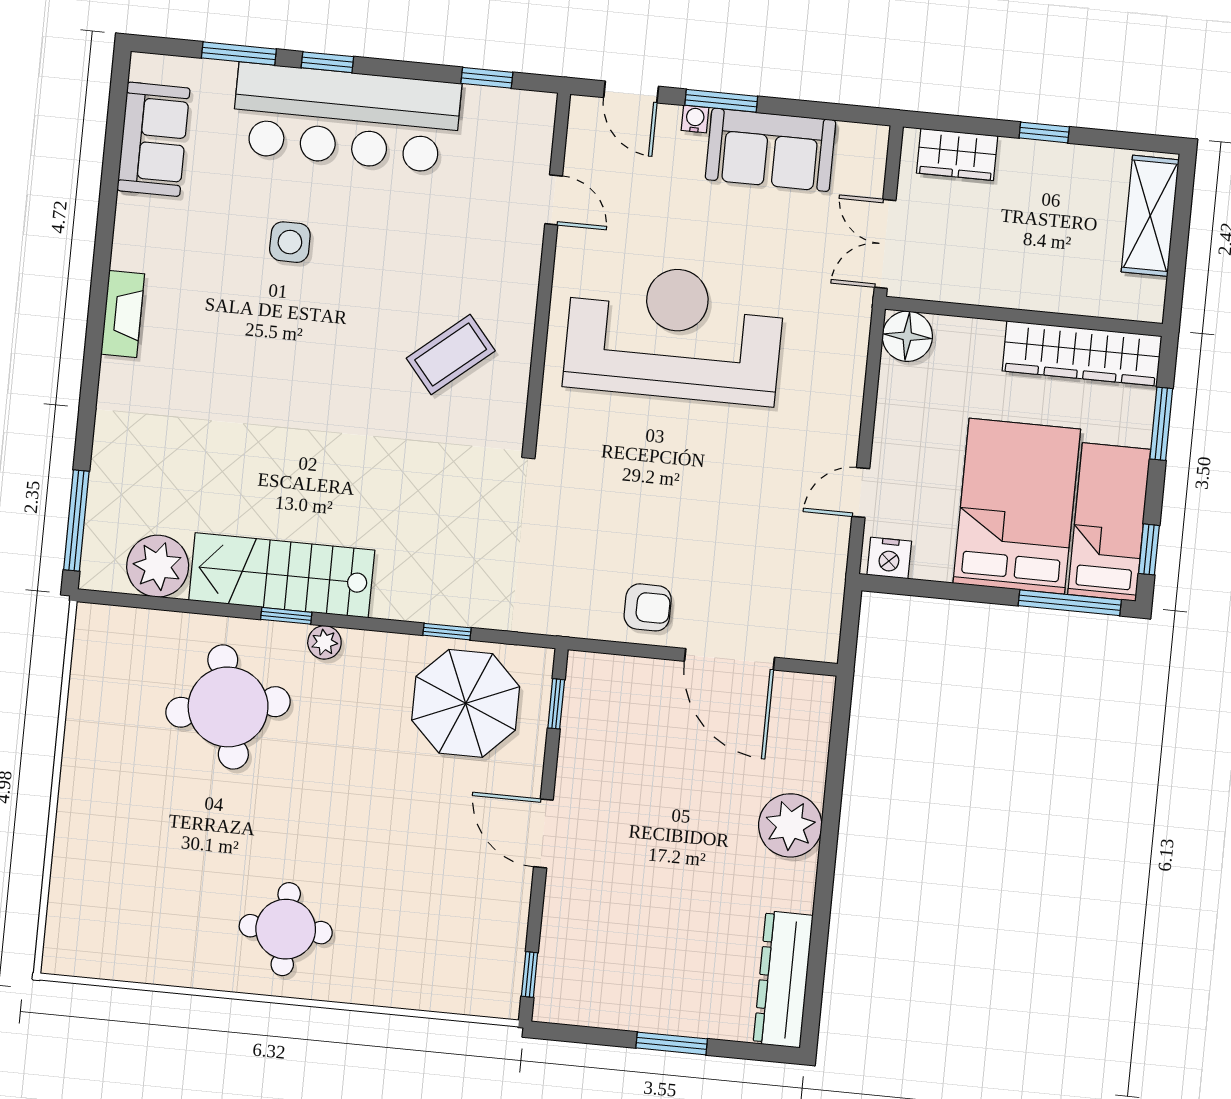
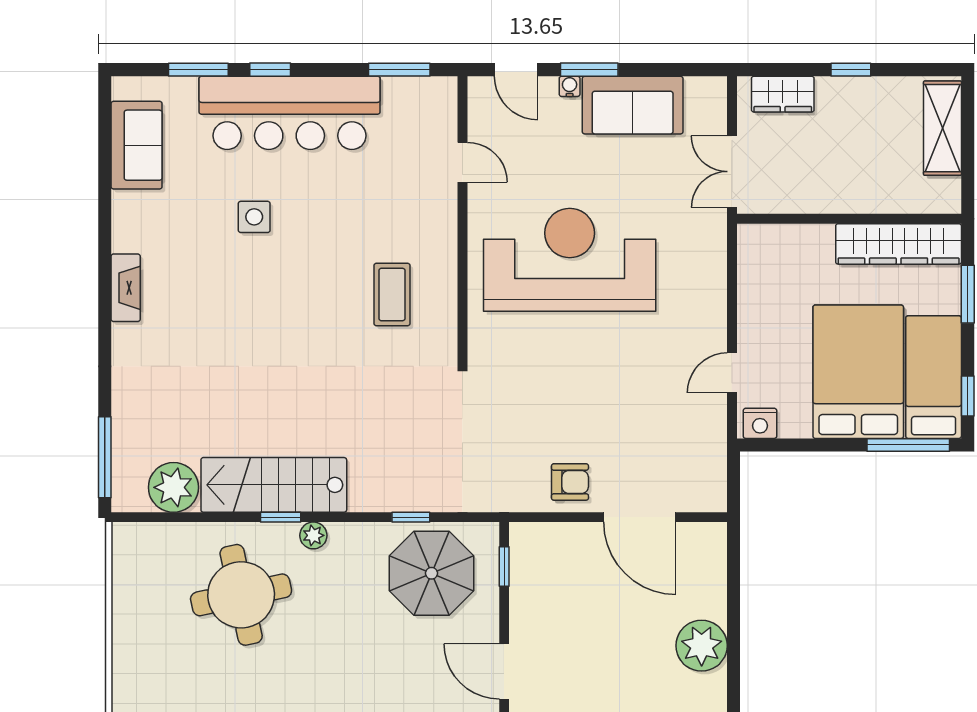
window: (487, 78) -> (399, 70), width x1.50
floor lamp: (907, 336) -> (757, 244), removed
coffee table: (451, 355) -> (392, 295), turned -50

